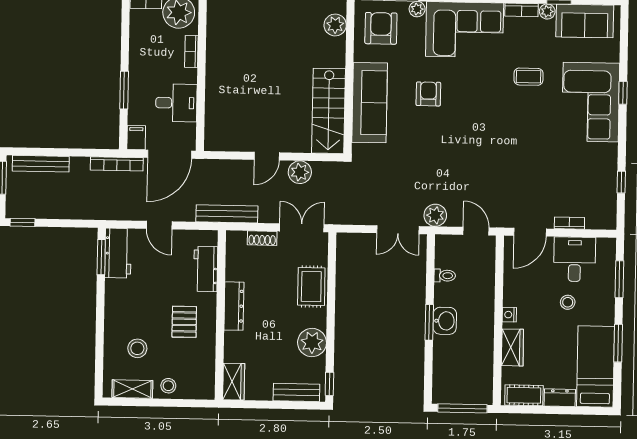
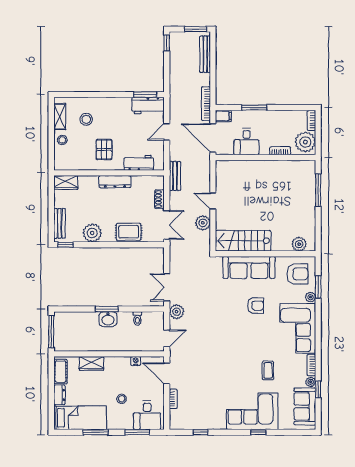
bench: (227, 214) -> (175, 176), width x0.73
desk: (575, 259) -> (147, 415), moved, turned 90
nightstand: (509, 315) -> (136, 361), moved
pallet: (184, 322) -> (104, 150), turned 90

